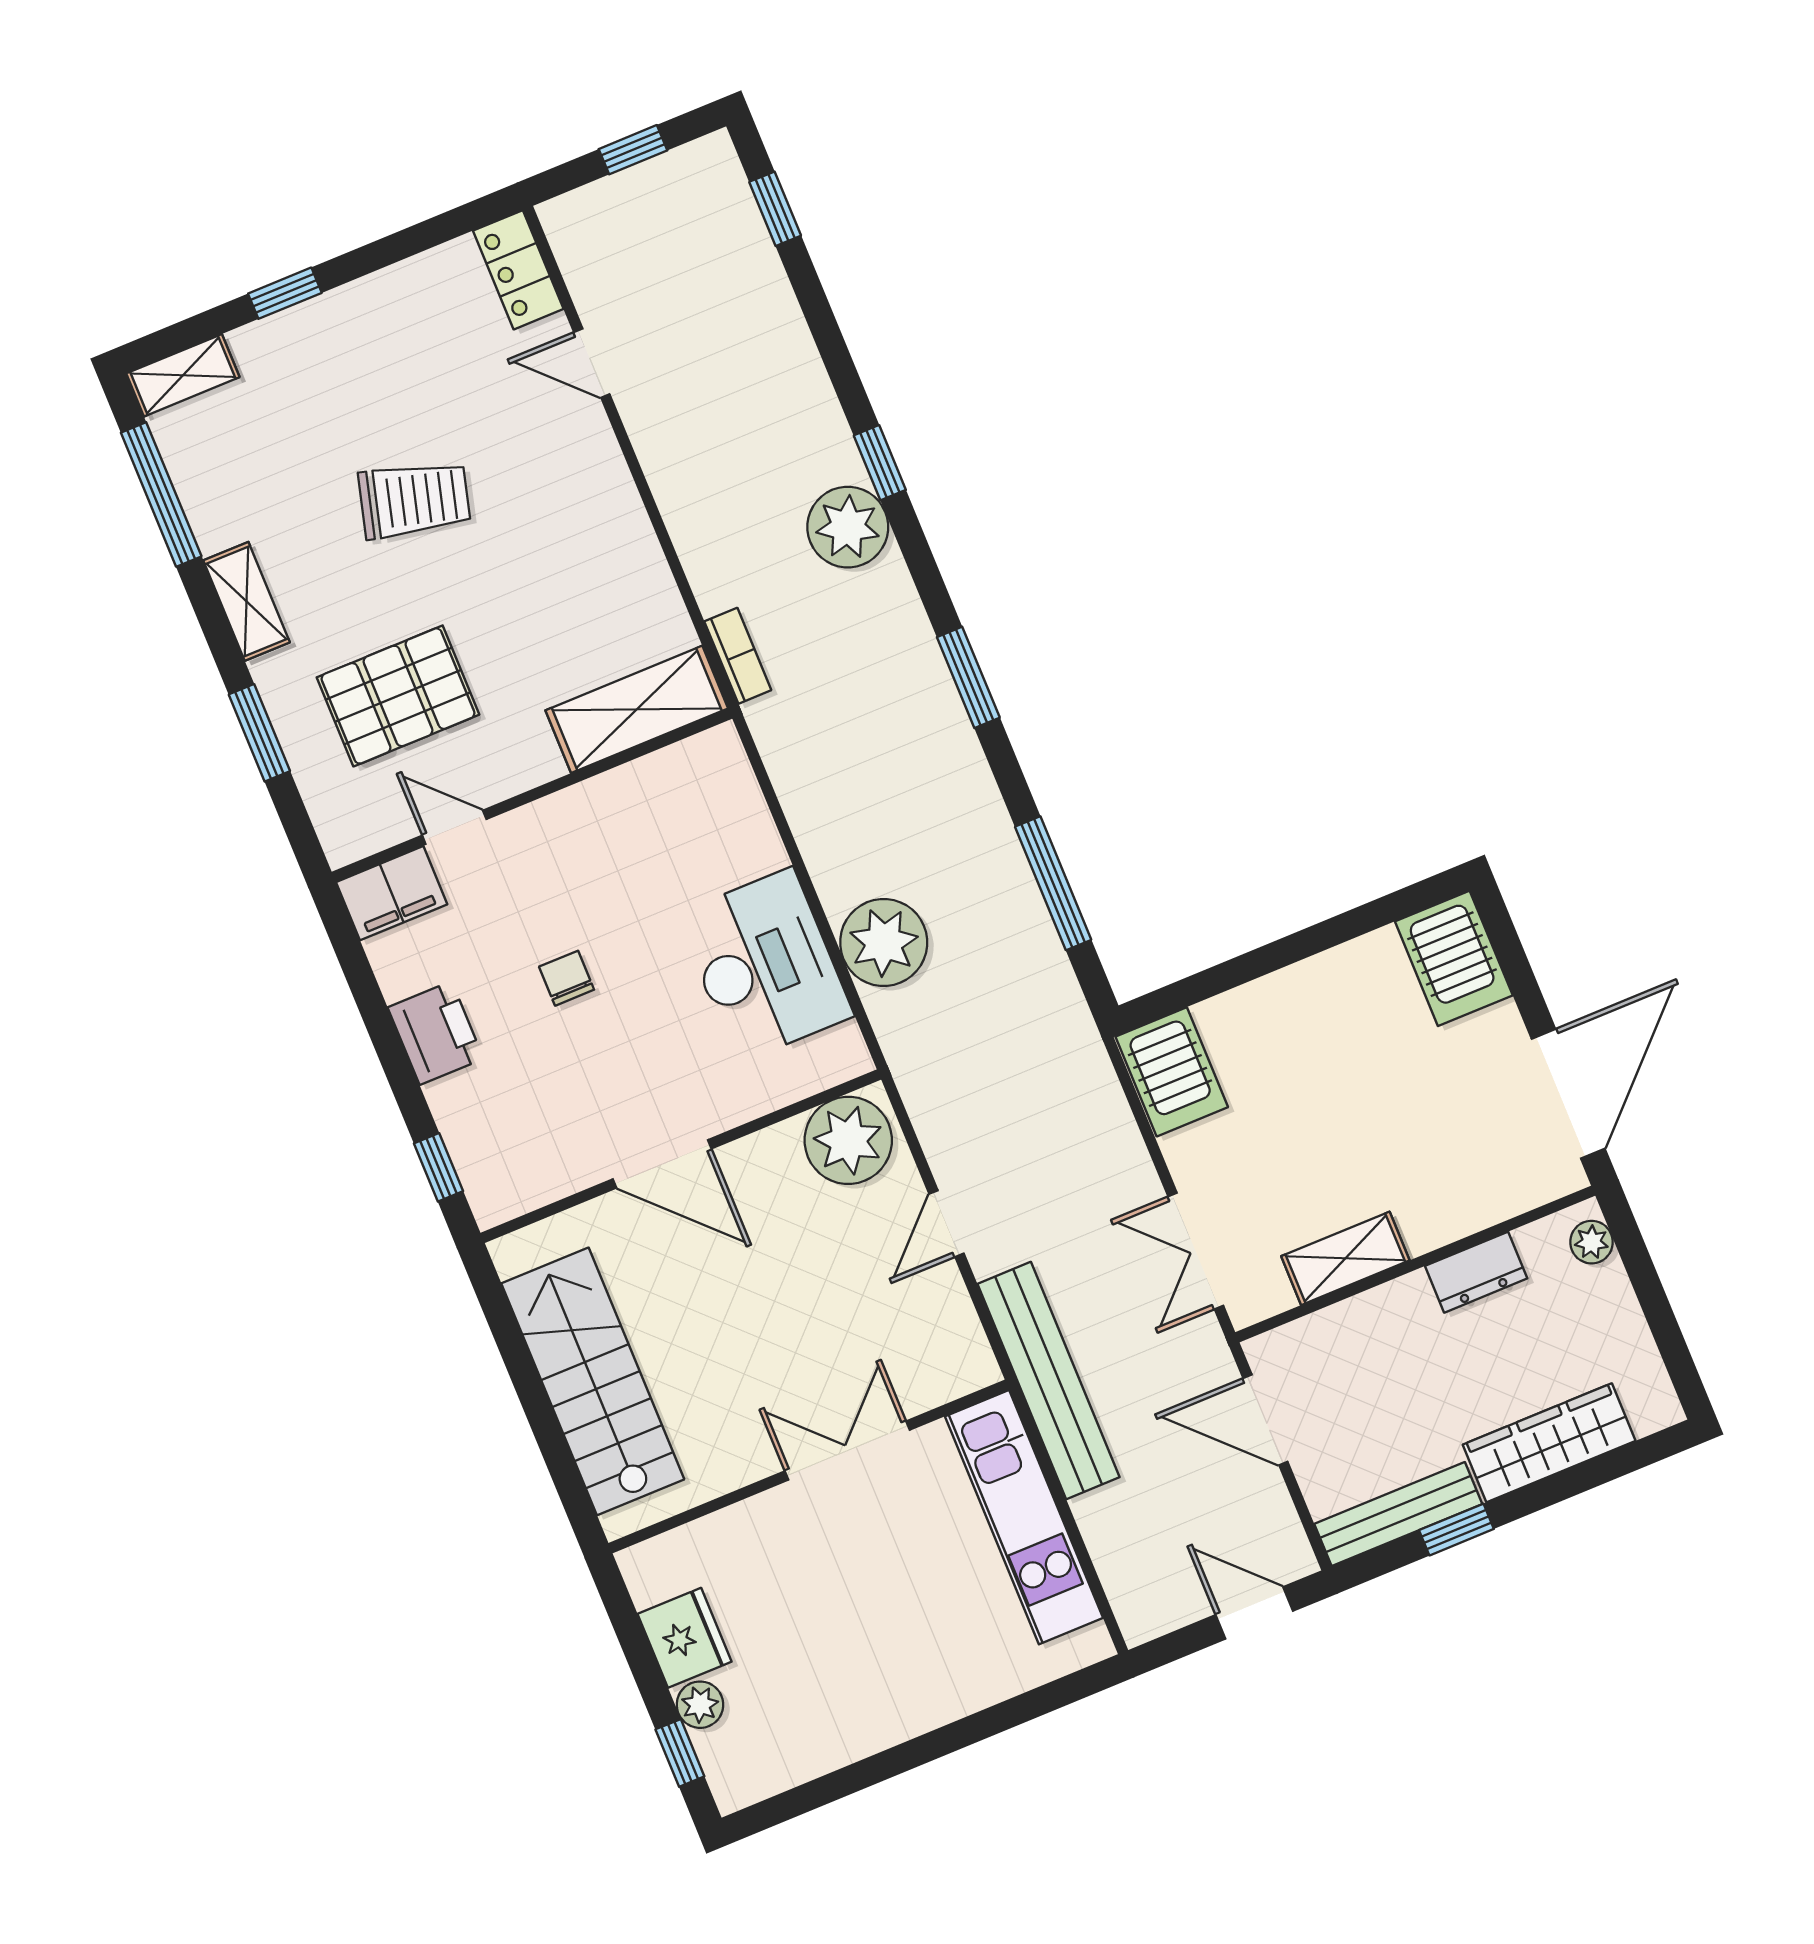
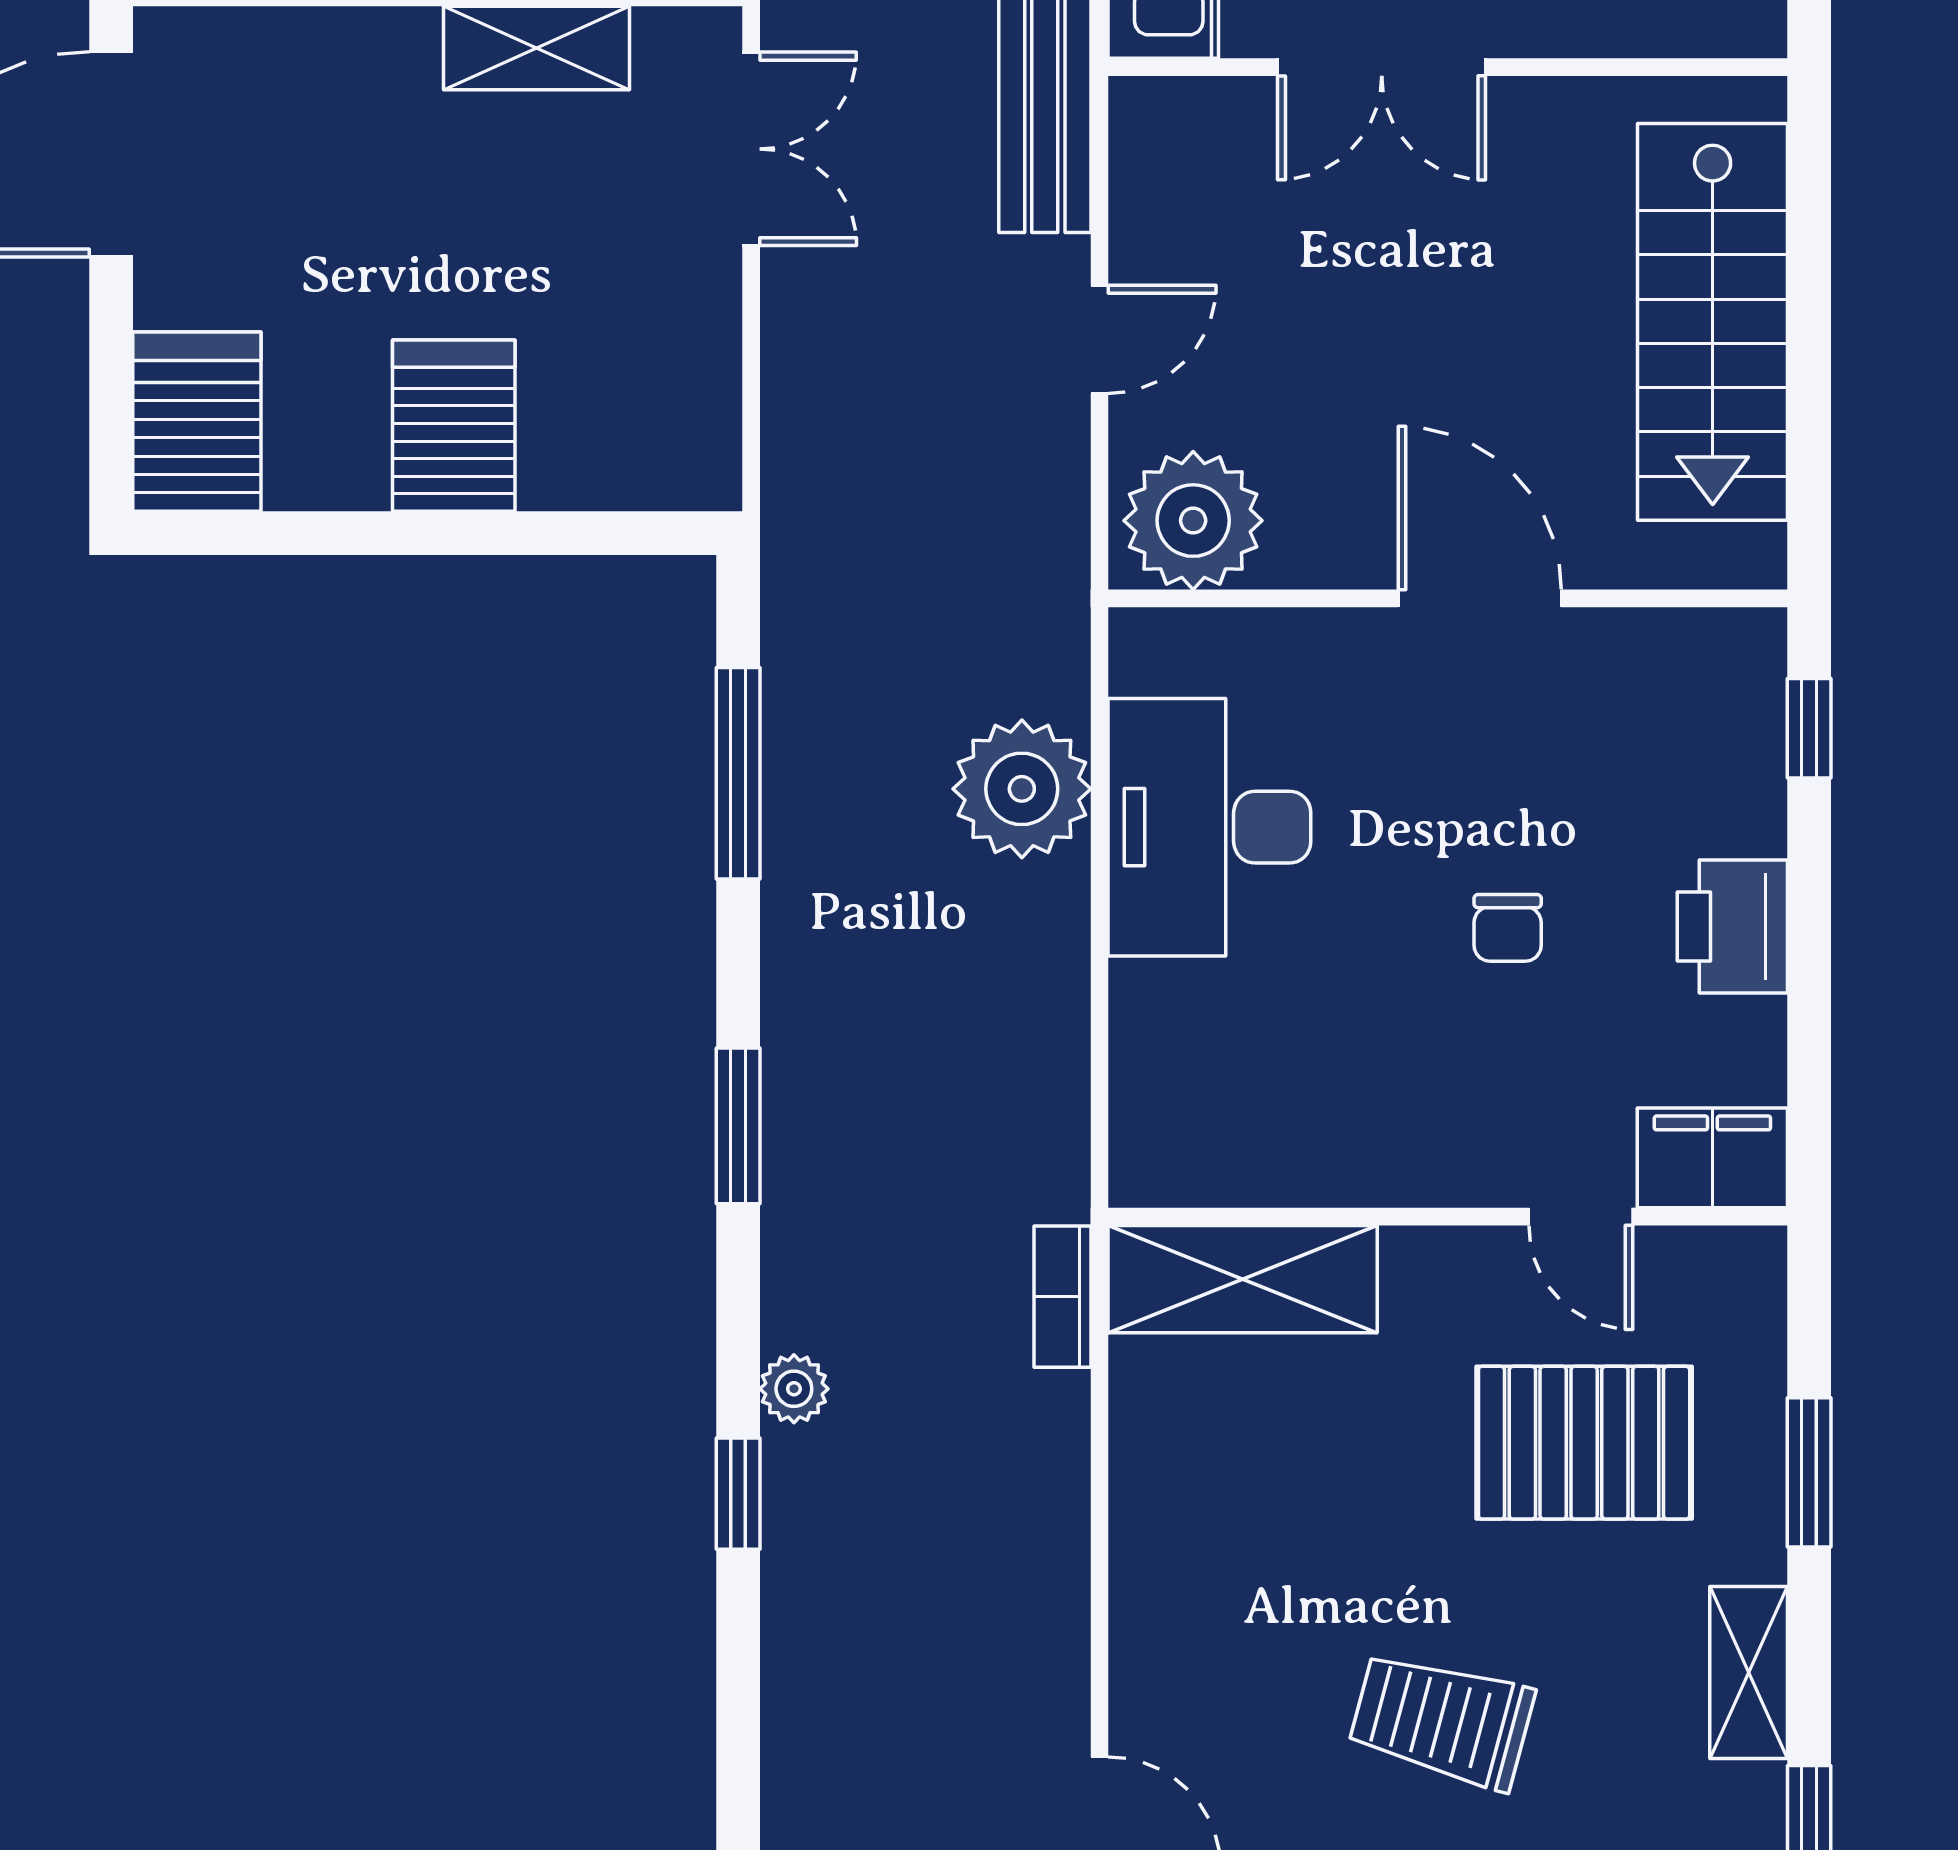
plant: (848, 527) -> (794, 1389), width x0.53, depth x0.53
server rack: (1172, 1072) -> (454, 426), moved

